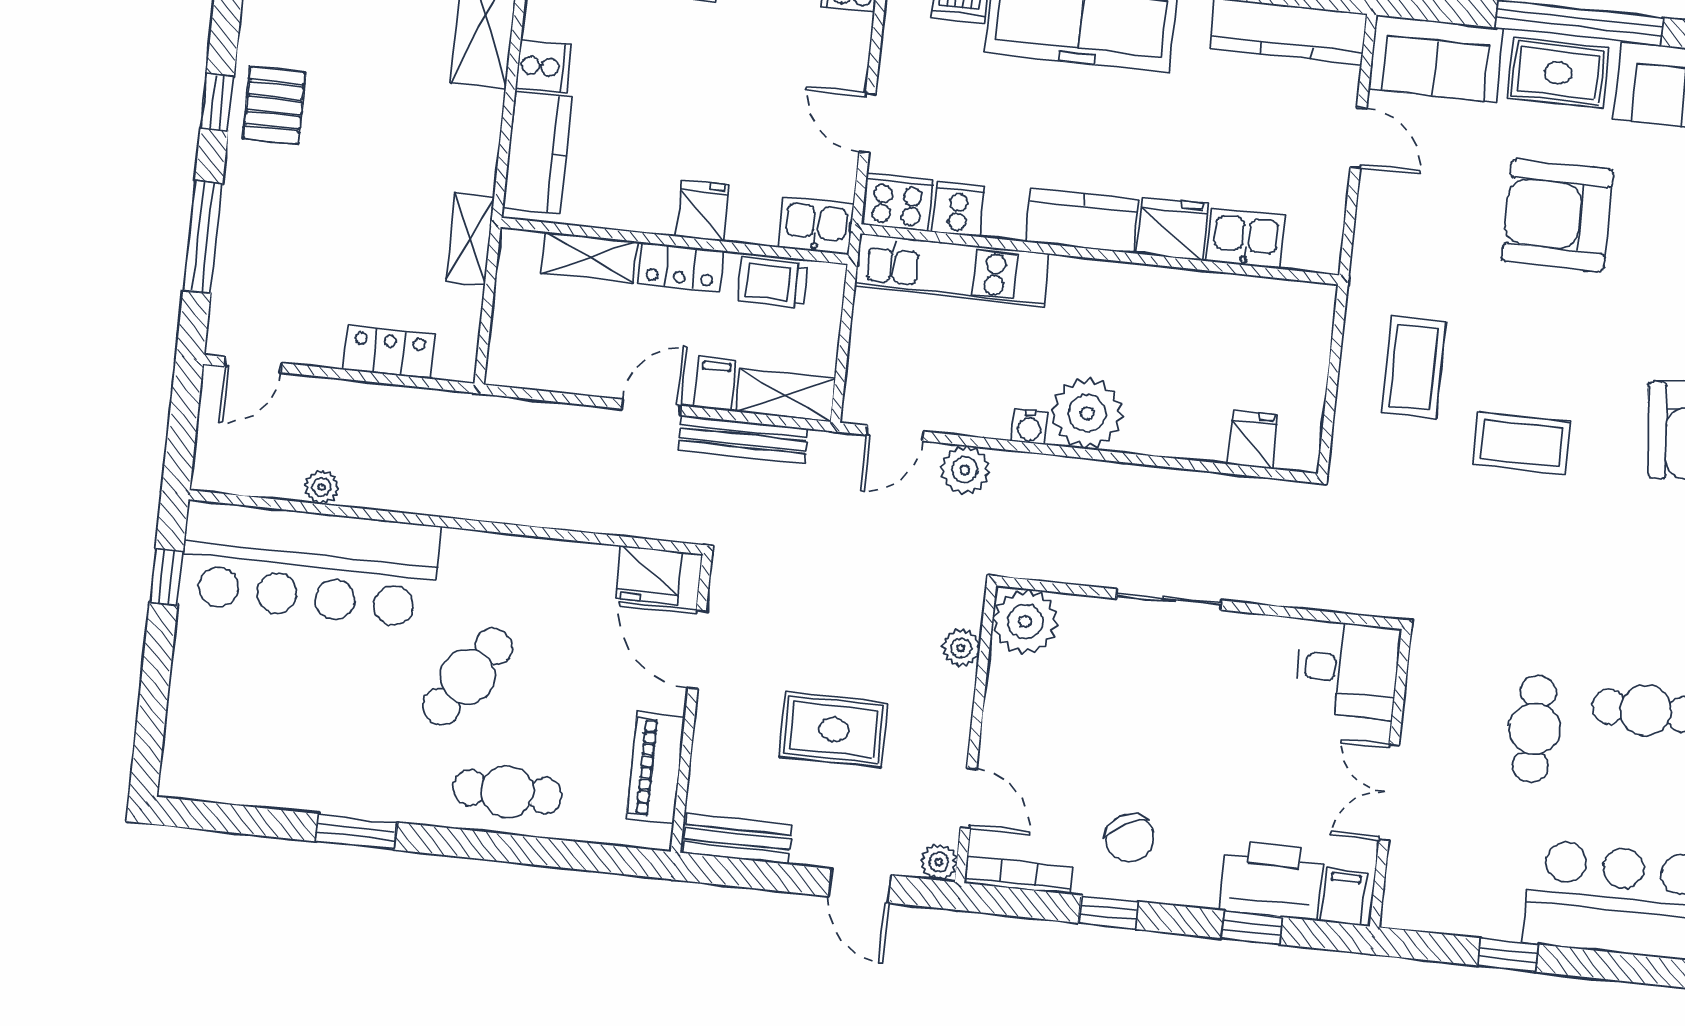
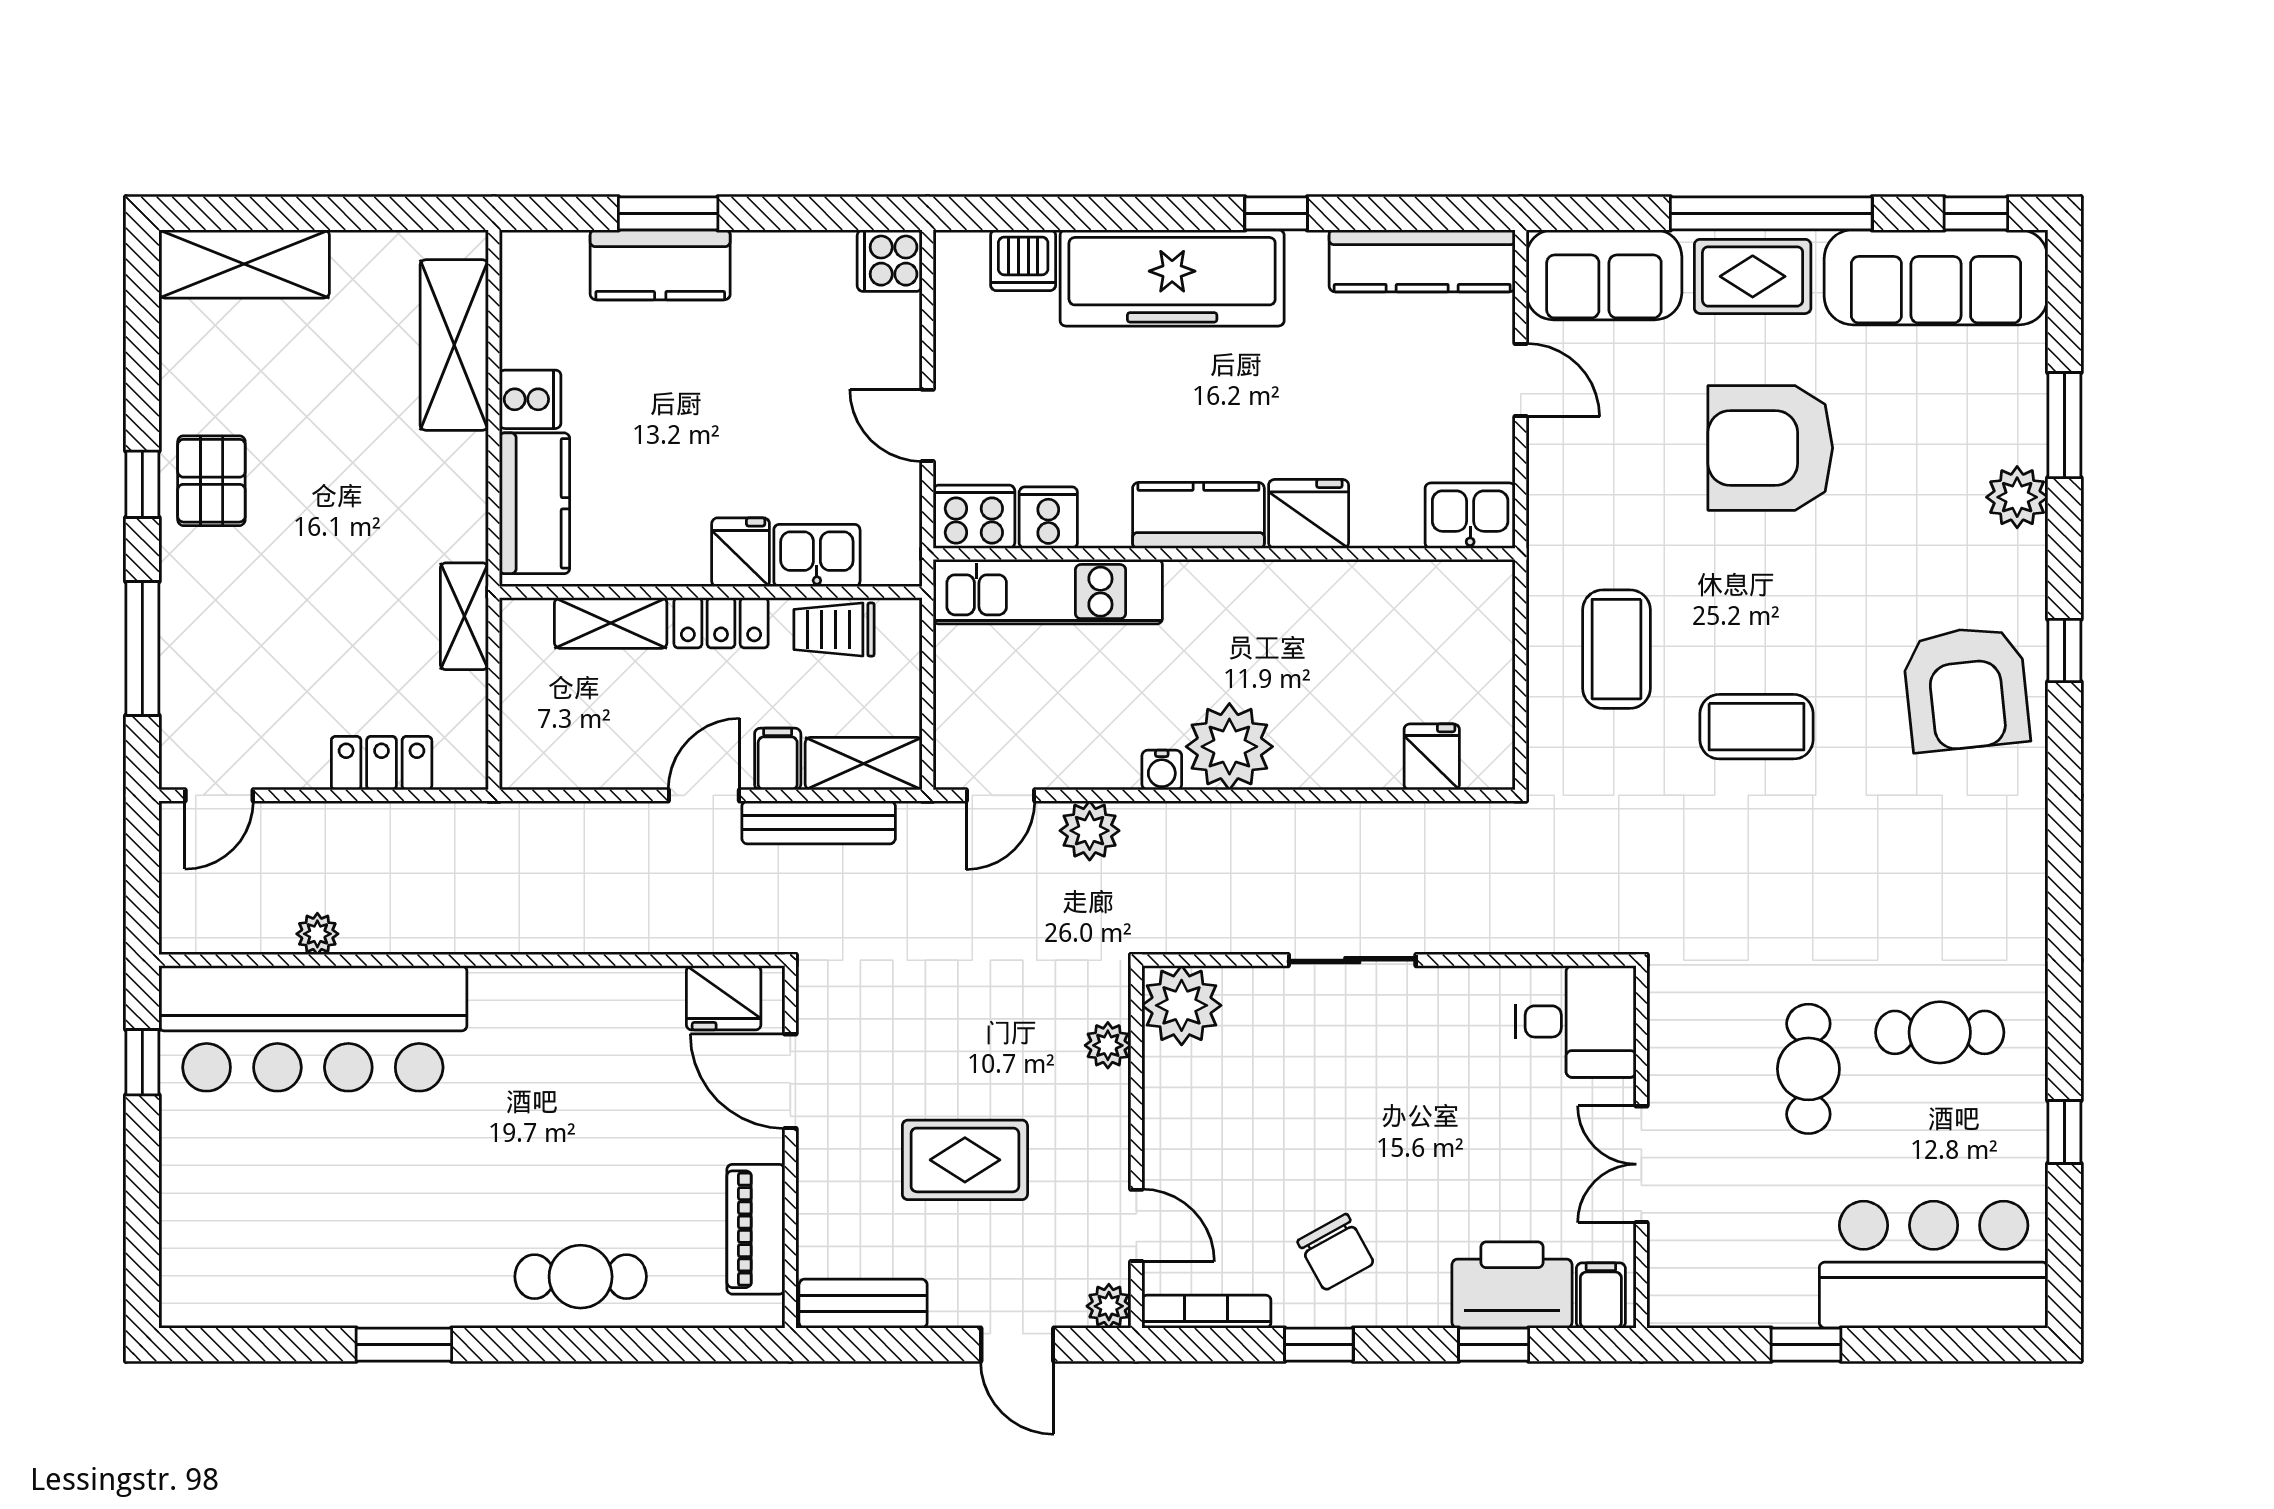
kitchen sink: (816, 225) -> (817, 555), moved
kitchen sink: (1246, 238) -> (1470, 516), moved
cafe table: (468, 676) -> (518, 1143), removed

